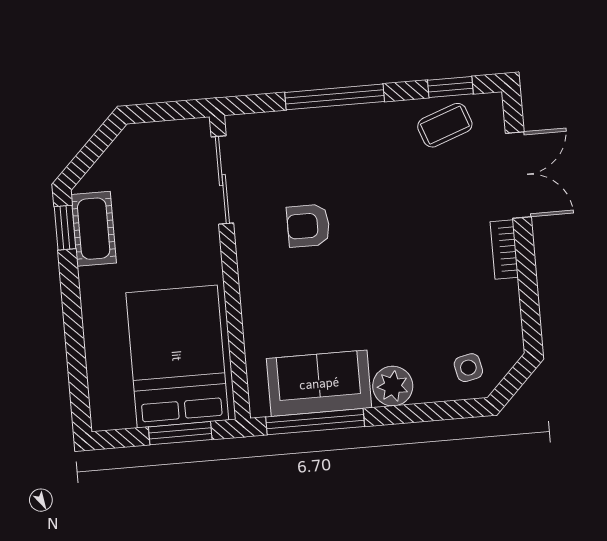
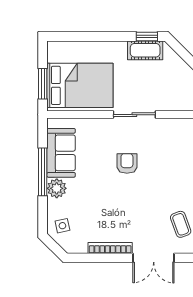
sliding door: (222, 180) -> (134, 115), moved
armchair: (308, 226) -> (127, 163), moved
bookcase: (504, 250) -> (110, 248), width x1.56
window: (315, 422) -> (43, 172), moved

